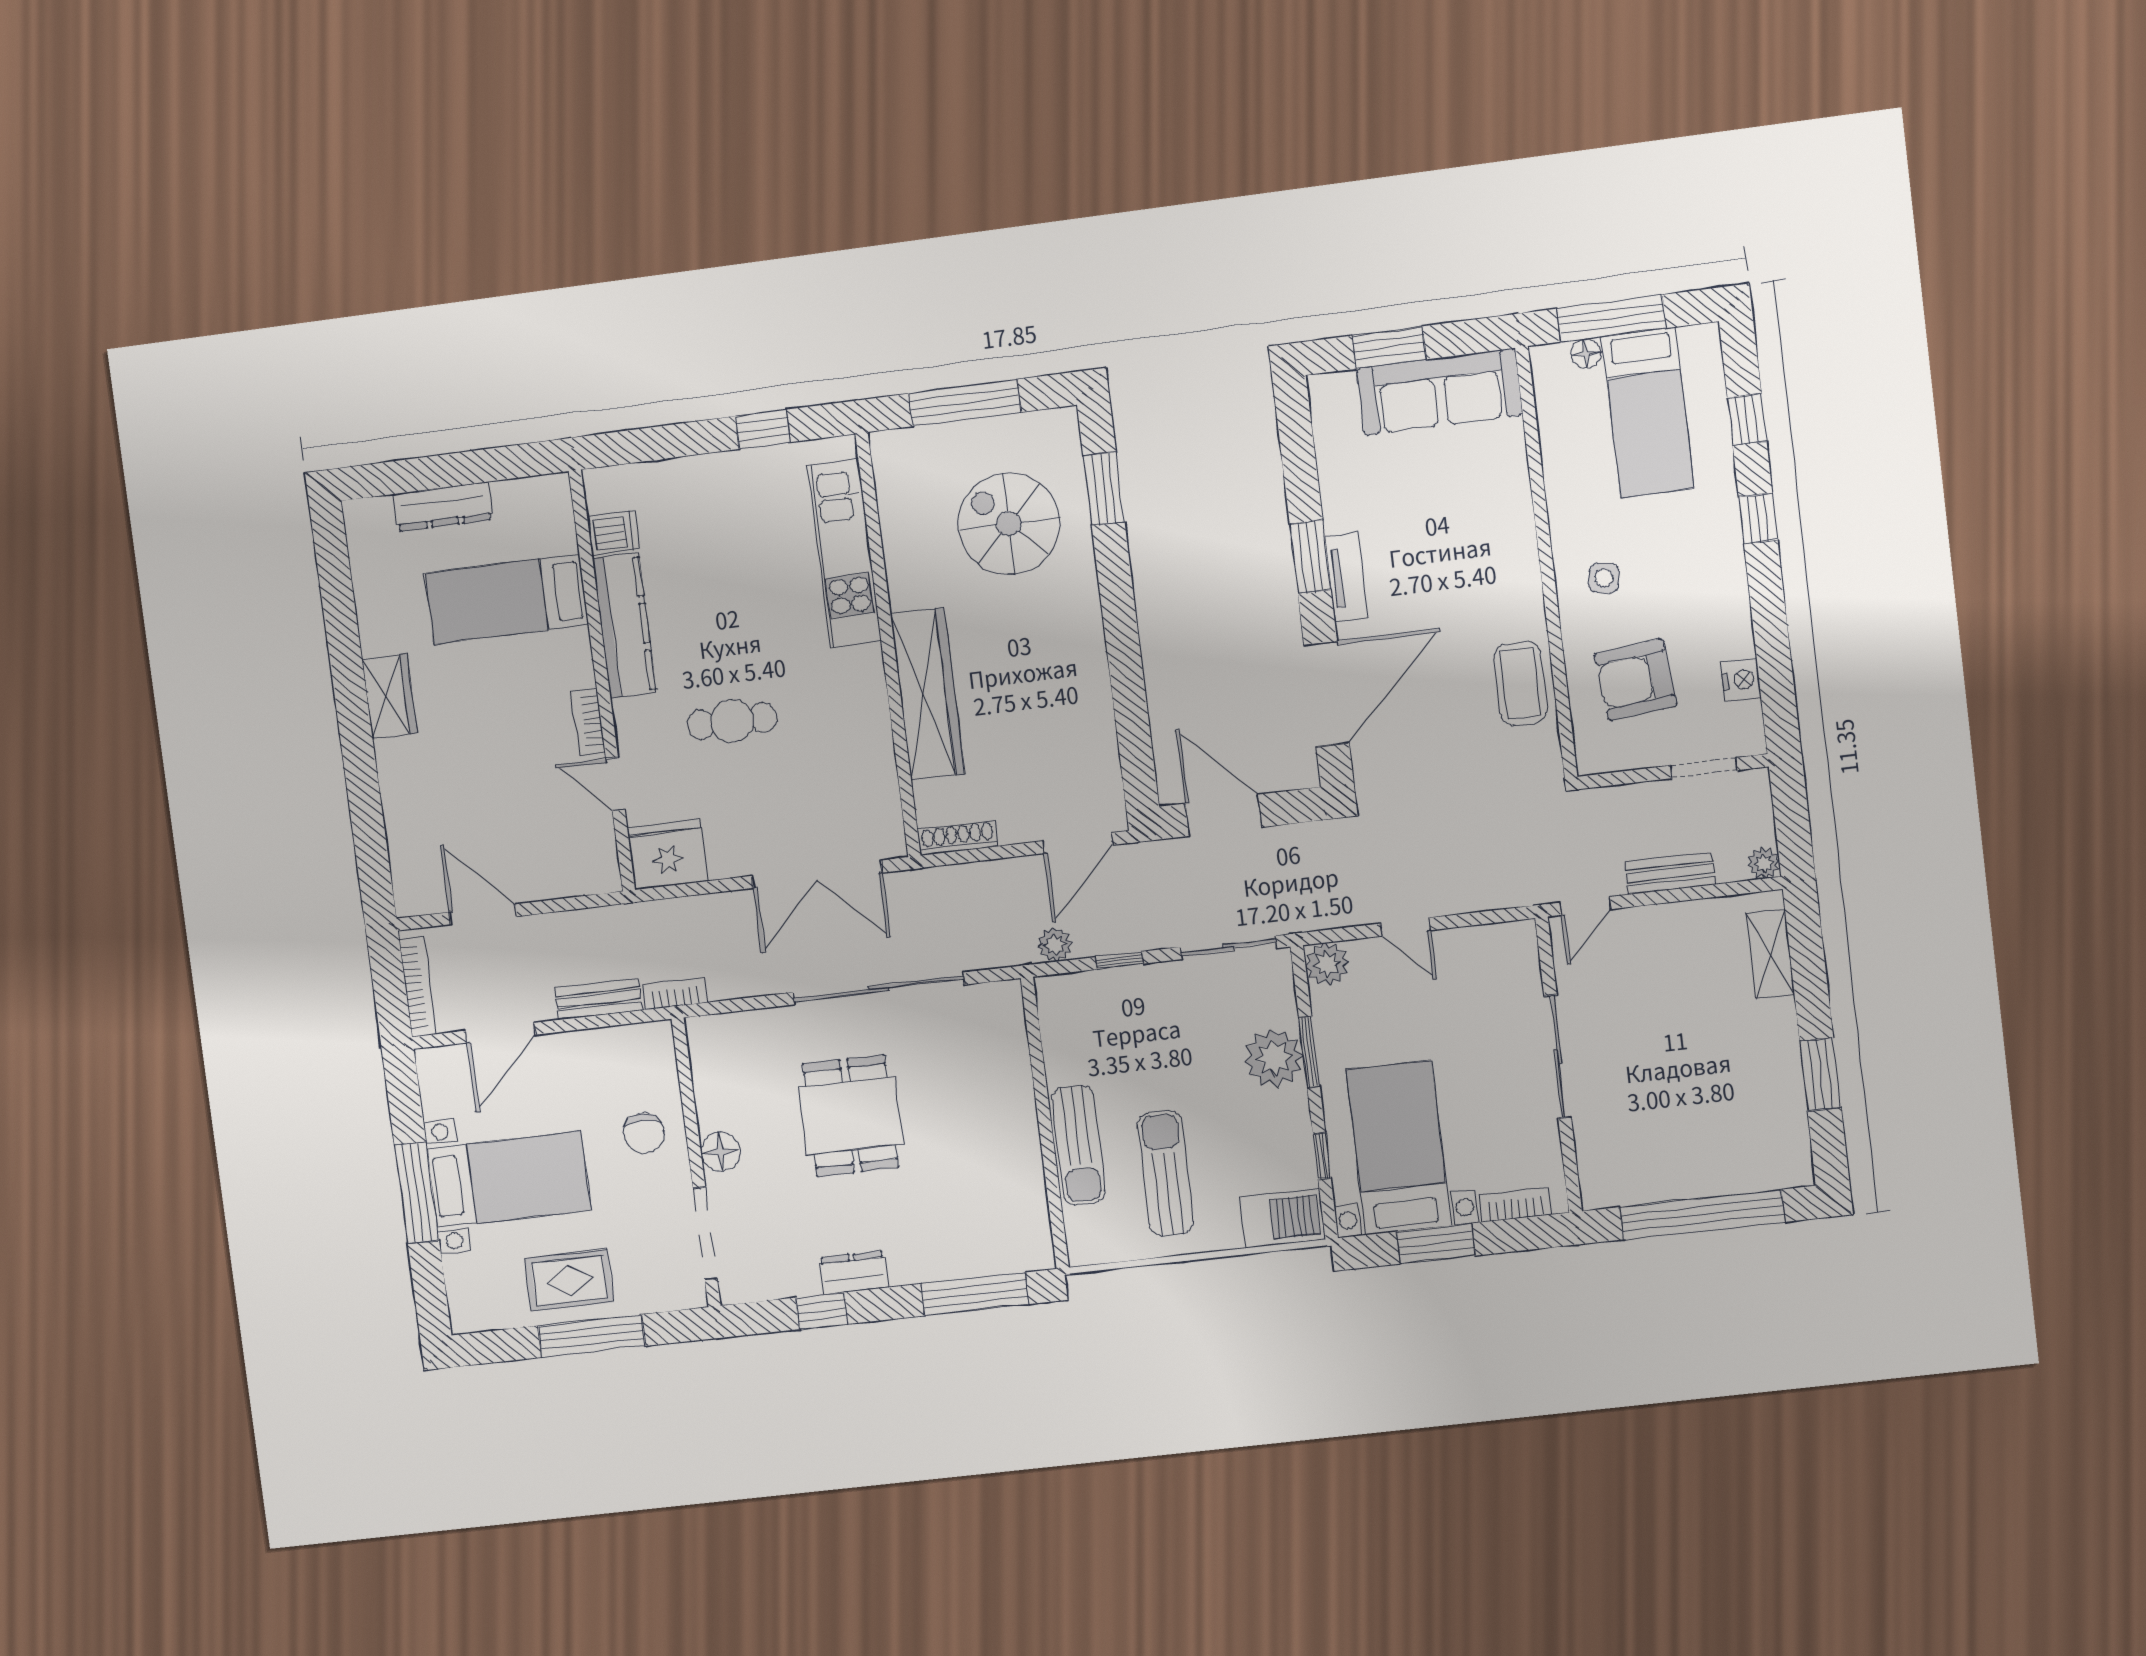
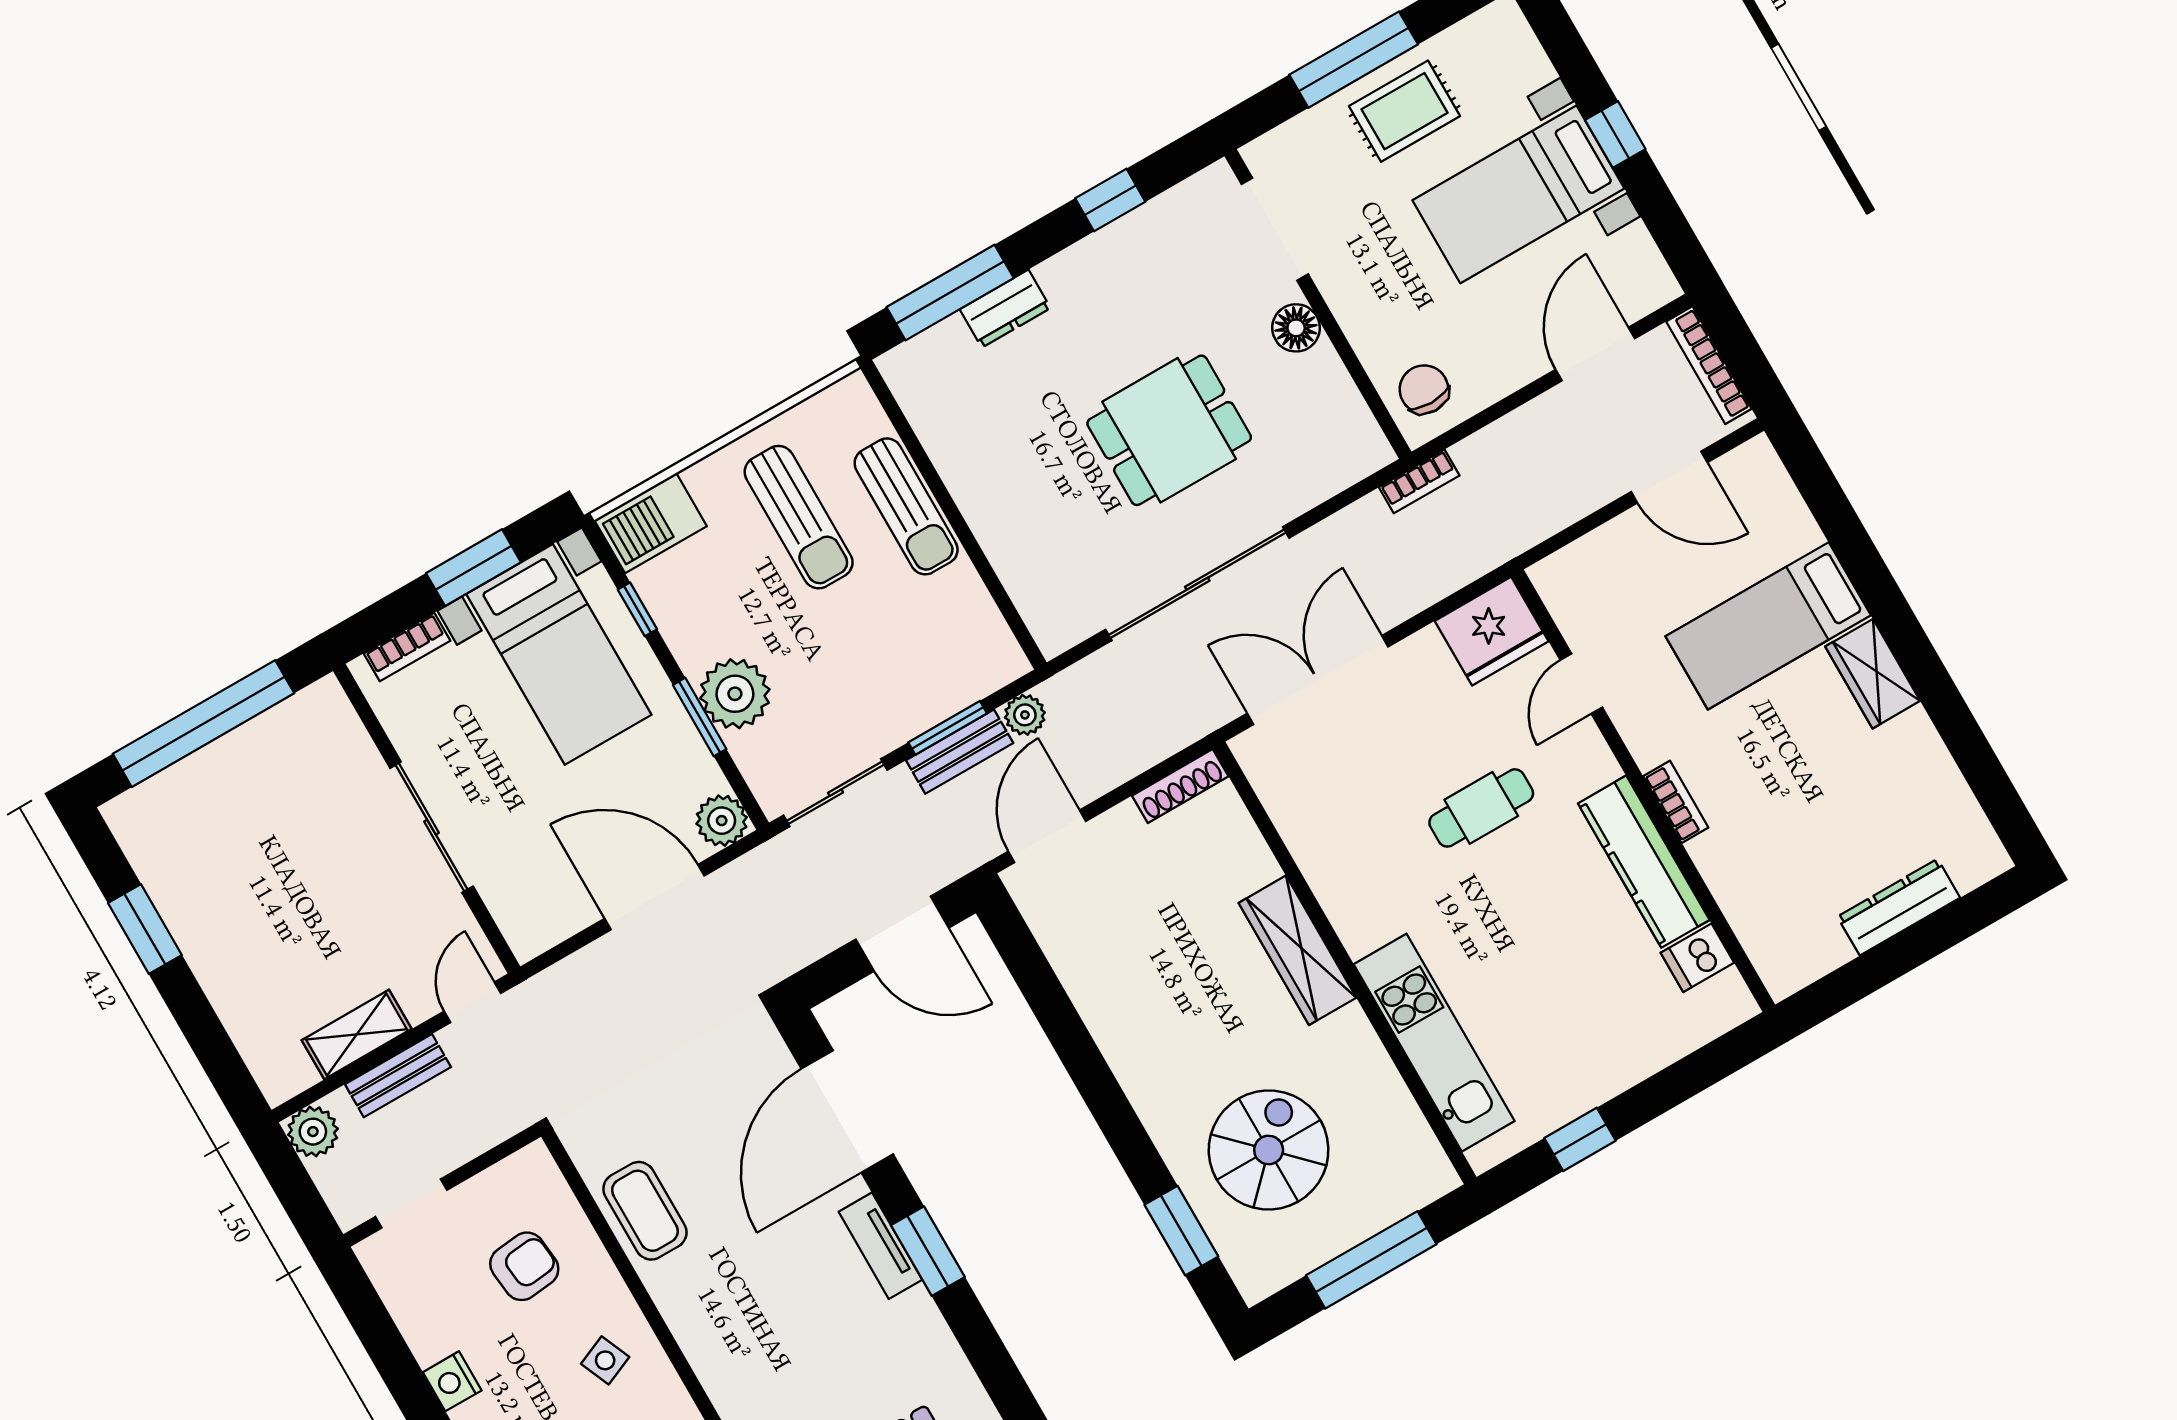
spiral stairs: (1009, 524) -> (1269, 1150), turned -90
side table: (1604, 578) -> (605, 1360), turned -31
bed: (507, 599) -> (1768, 626), moved, turned 180
armchair: (1636, 680) -> (524, 1266), width x0.72, depth x0.72
nightstand: (1741, 680) -> (452, 1381), moved
wardrobe: (927, 694) -> (1297, 950), width x0.71, depth x0.85
bookcase: (588, 722) -> (1676, 802), moved
door: (615, 784) -> (1581, 684), swing flipped
plant: (1764, 863) -> (313, 1132), width x1.38, depth x1.38
door: (1406, 927) -> (654, 897), width x1.87
shelving: (1770, 954) -> (357, 1035), moved, turned 90
window: (1119, 960) -> (948, 728), width x1.50
bench: (599, 999) -> (960, 752), moved
dining table: (851, 1116) -> (1169, 430), turned 90
chair: (644, 1133) -> (1424, 389), moved
sun lounger: (1079, 1145) -> (906, 506), turned 180
window: (417, 1193) -> (1615, 135), width x0.46
dresser: (853, 1273) -> (1005, 309), moved

